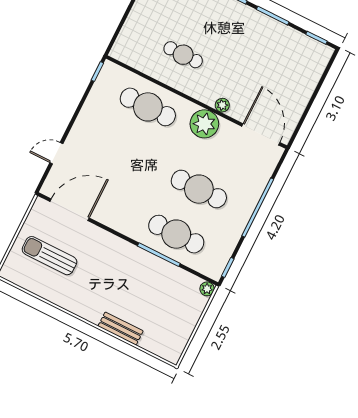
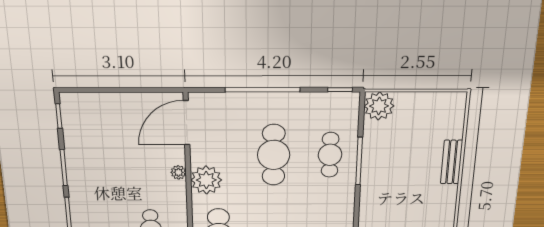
cafe table: (176, 234) -> (330, 155), width x0.73, depth x0.74
plant: (207, 289) -> (379, 106), width x1.88, depth x1.88

